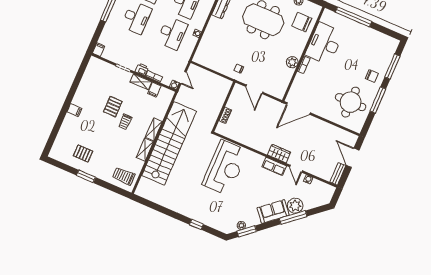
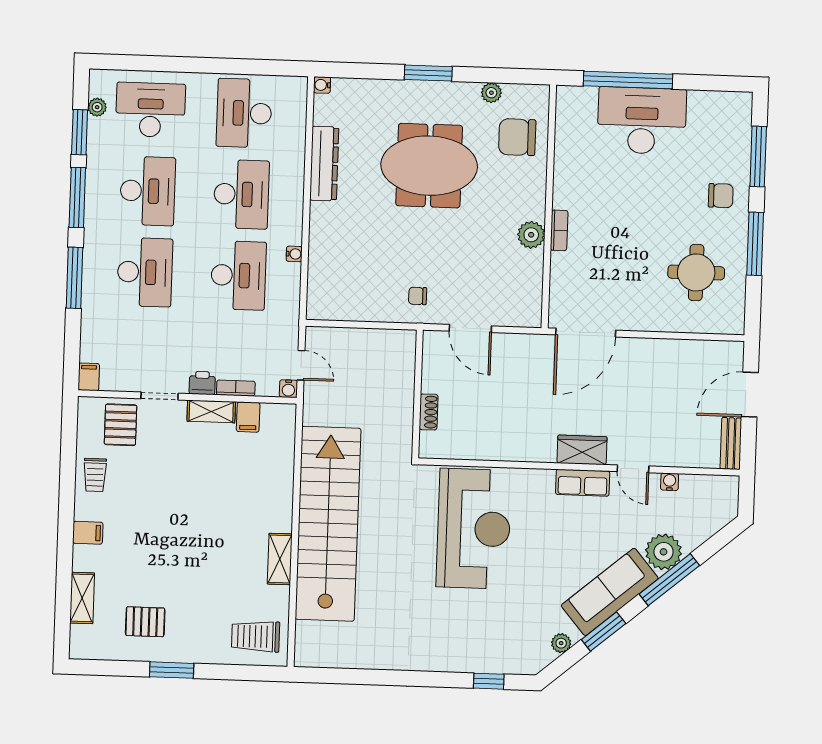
desk: (324, 44) -> (642, 121), moved, turned 90
round table: (351, 102) -> (696, 272), width x0.73, depth x0.73
pallet: (113, 107) -> (121, 425), moved
trolley: (125, 122) -> (95, 475), moved
shelving: (154, 129) -> (82, 598), moved
door: (353, 158) -> (750, 395), hinge flipped
sofa: (273, 212) -> (610, 592), width x1.36
window: (196, 224) -> (489, 681), moved
window: (247, 231) -> (604, 631), moved

